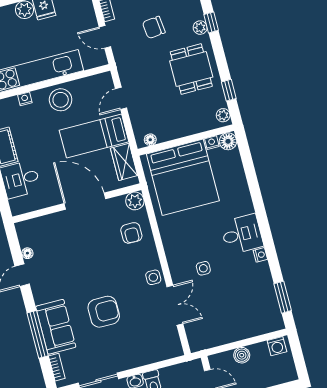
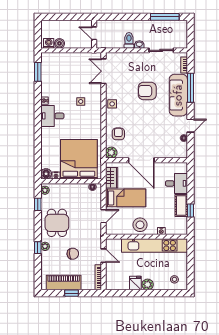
double door: (175, 305) -> (104, 71), moved
sofa: (56, 327) -> (178, 95), width x1.36
boiler: (242, 355) -> (59, 43), moved

